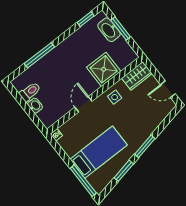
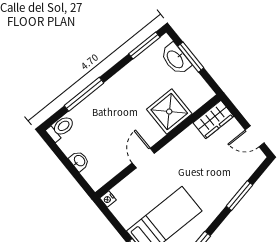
window: (86, 19) -> (144, 45), width x1.50
toilet: (30, 92) -> (61, 128), moved
side table: (115, 97) -> (184, 148), removed
window: (145, 146) -> (239, 196), moved

